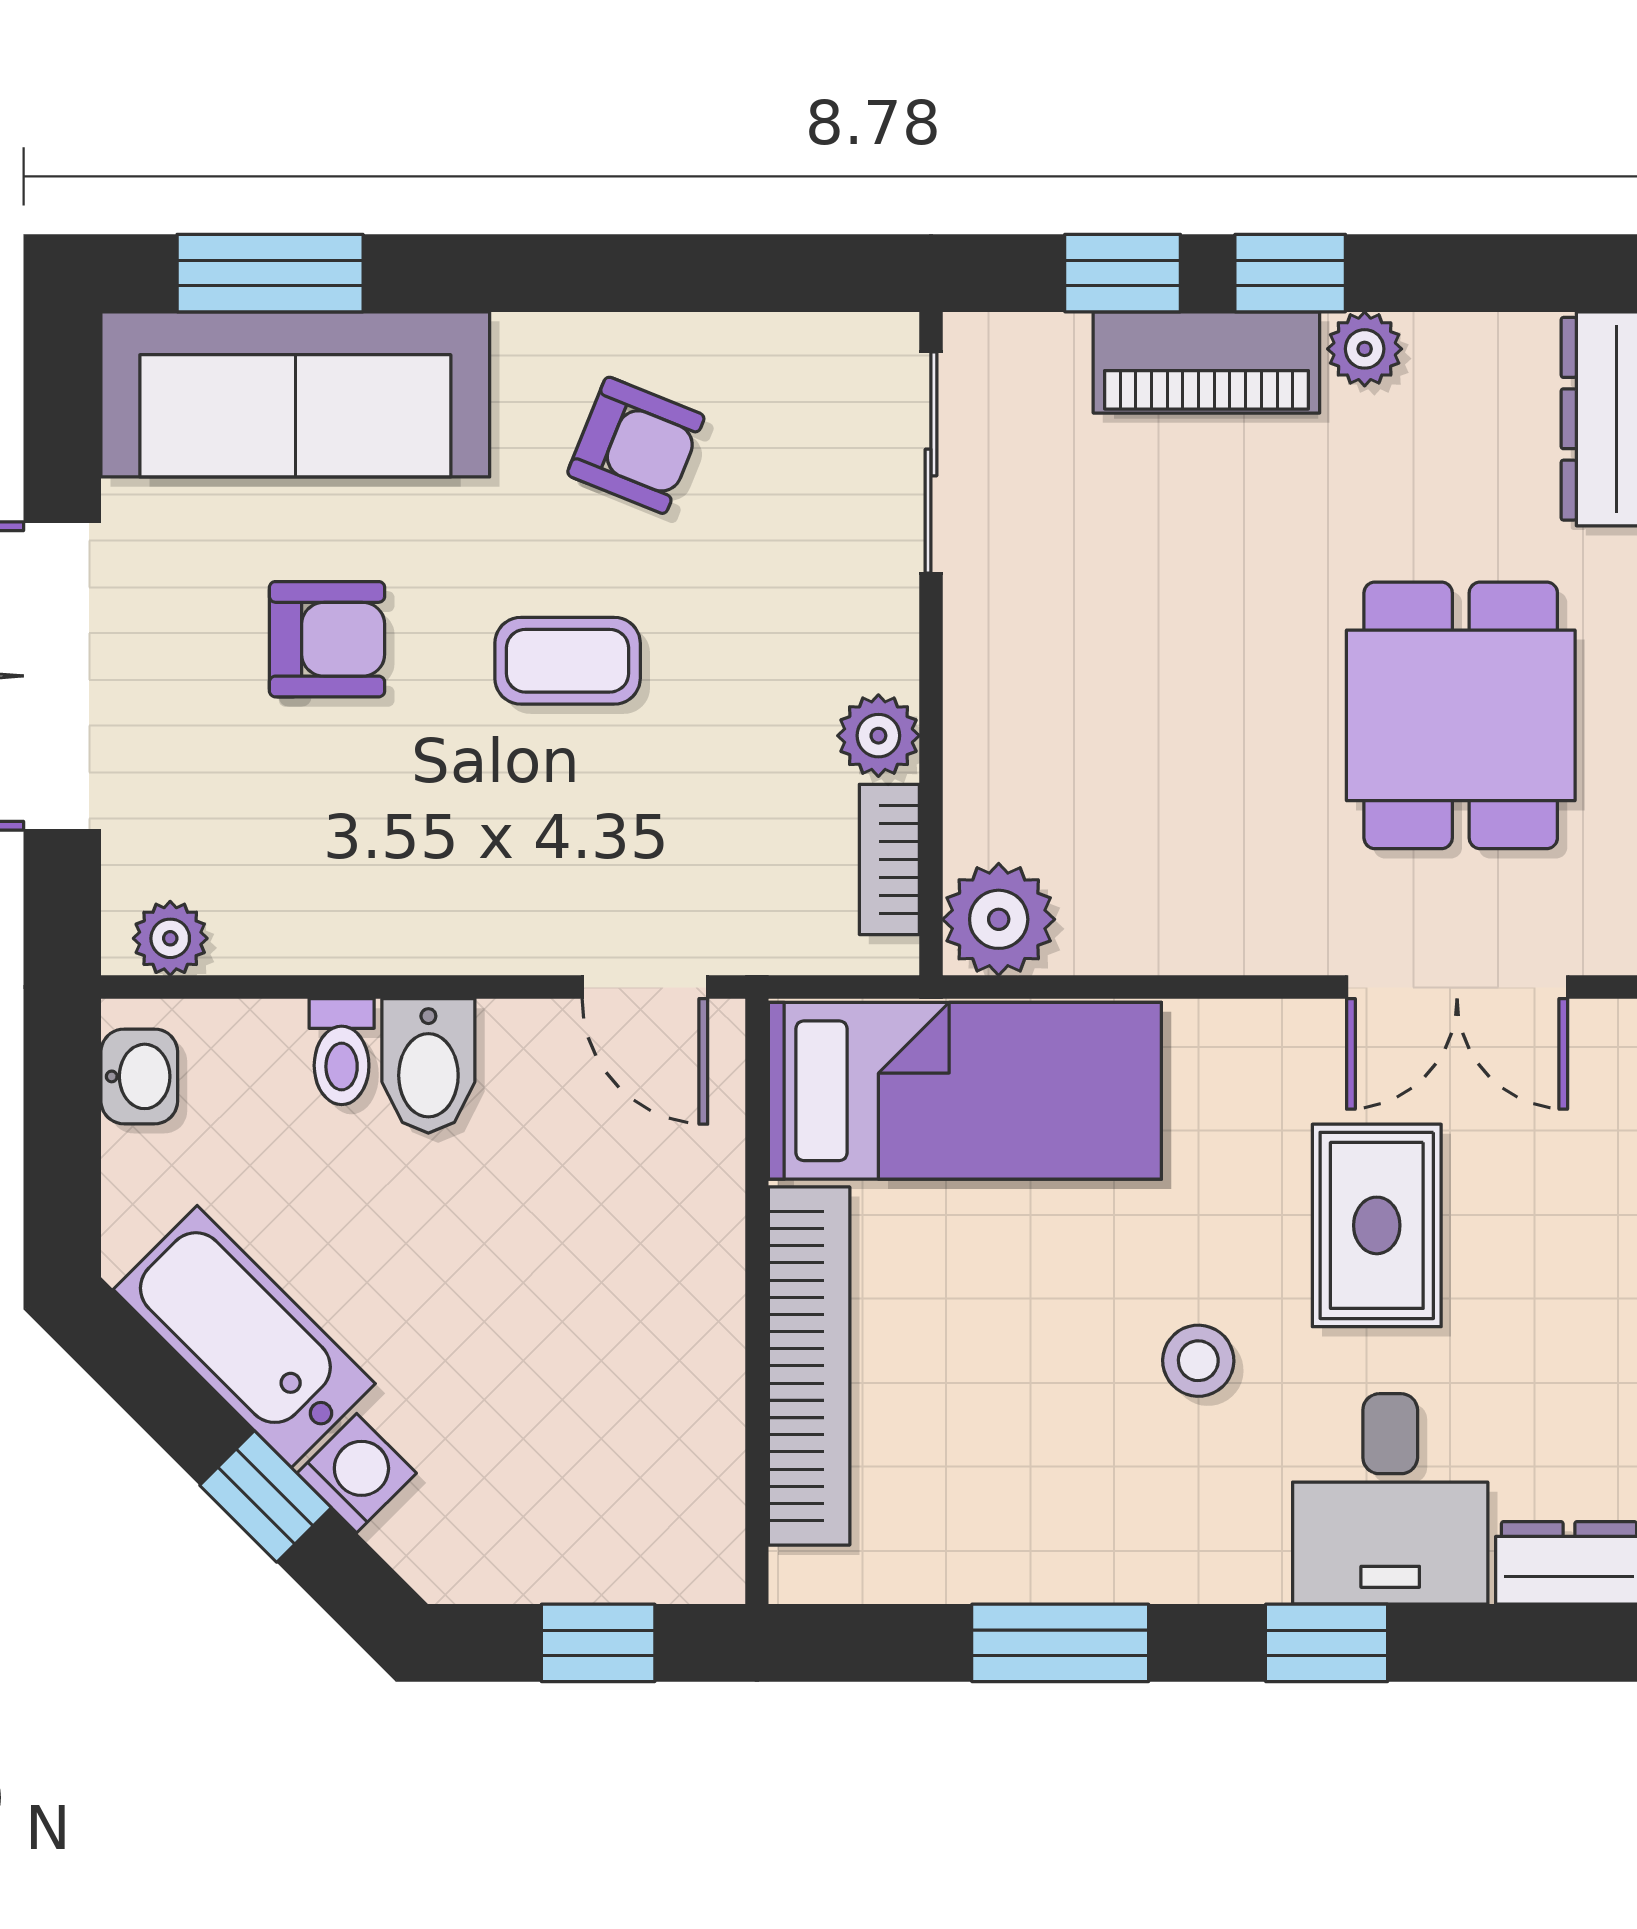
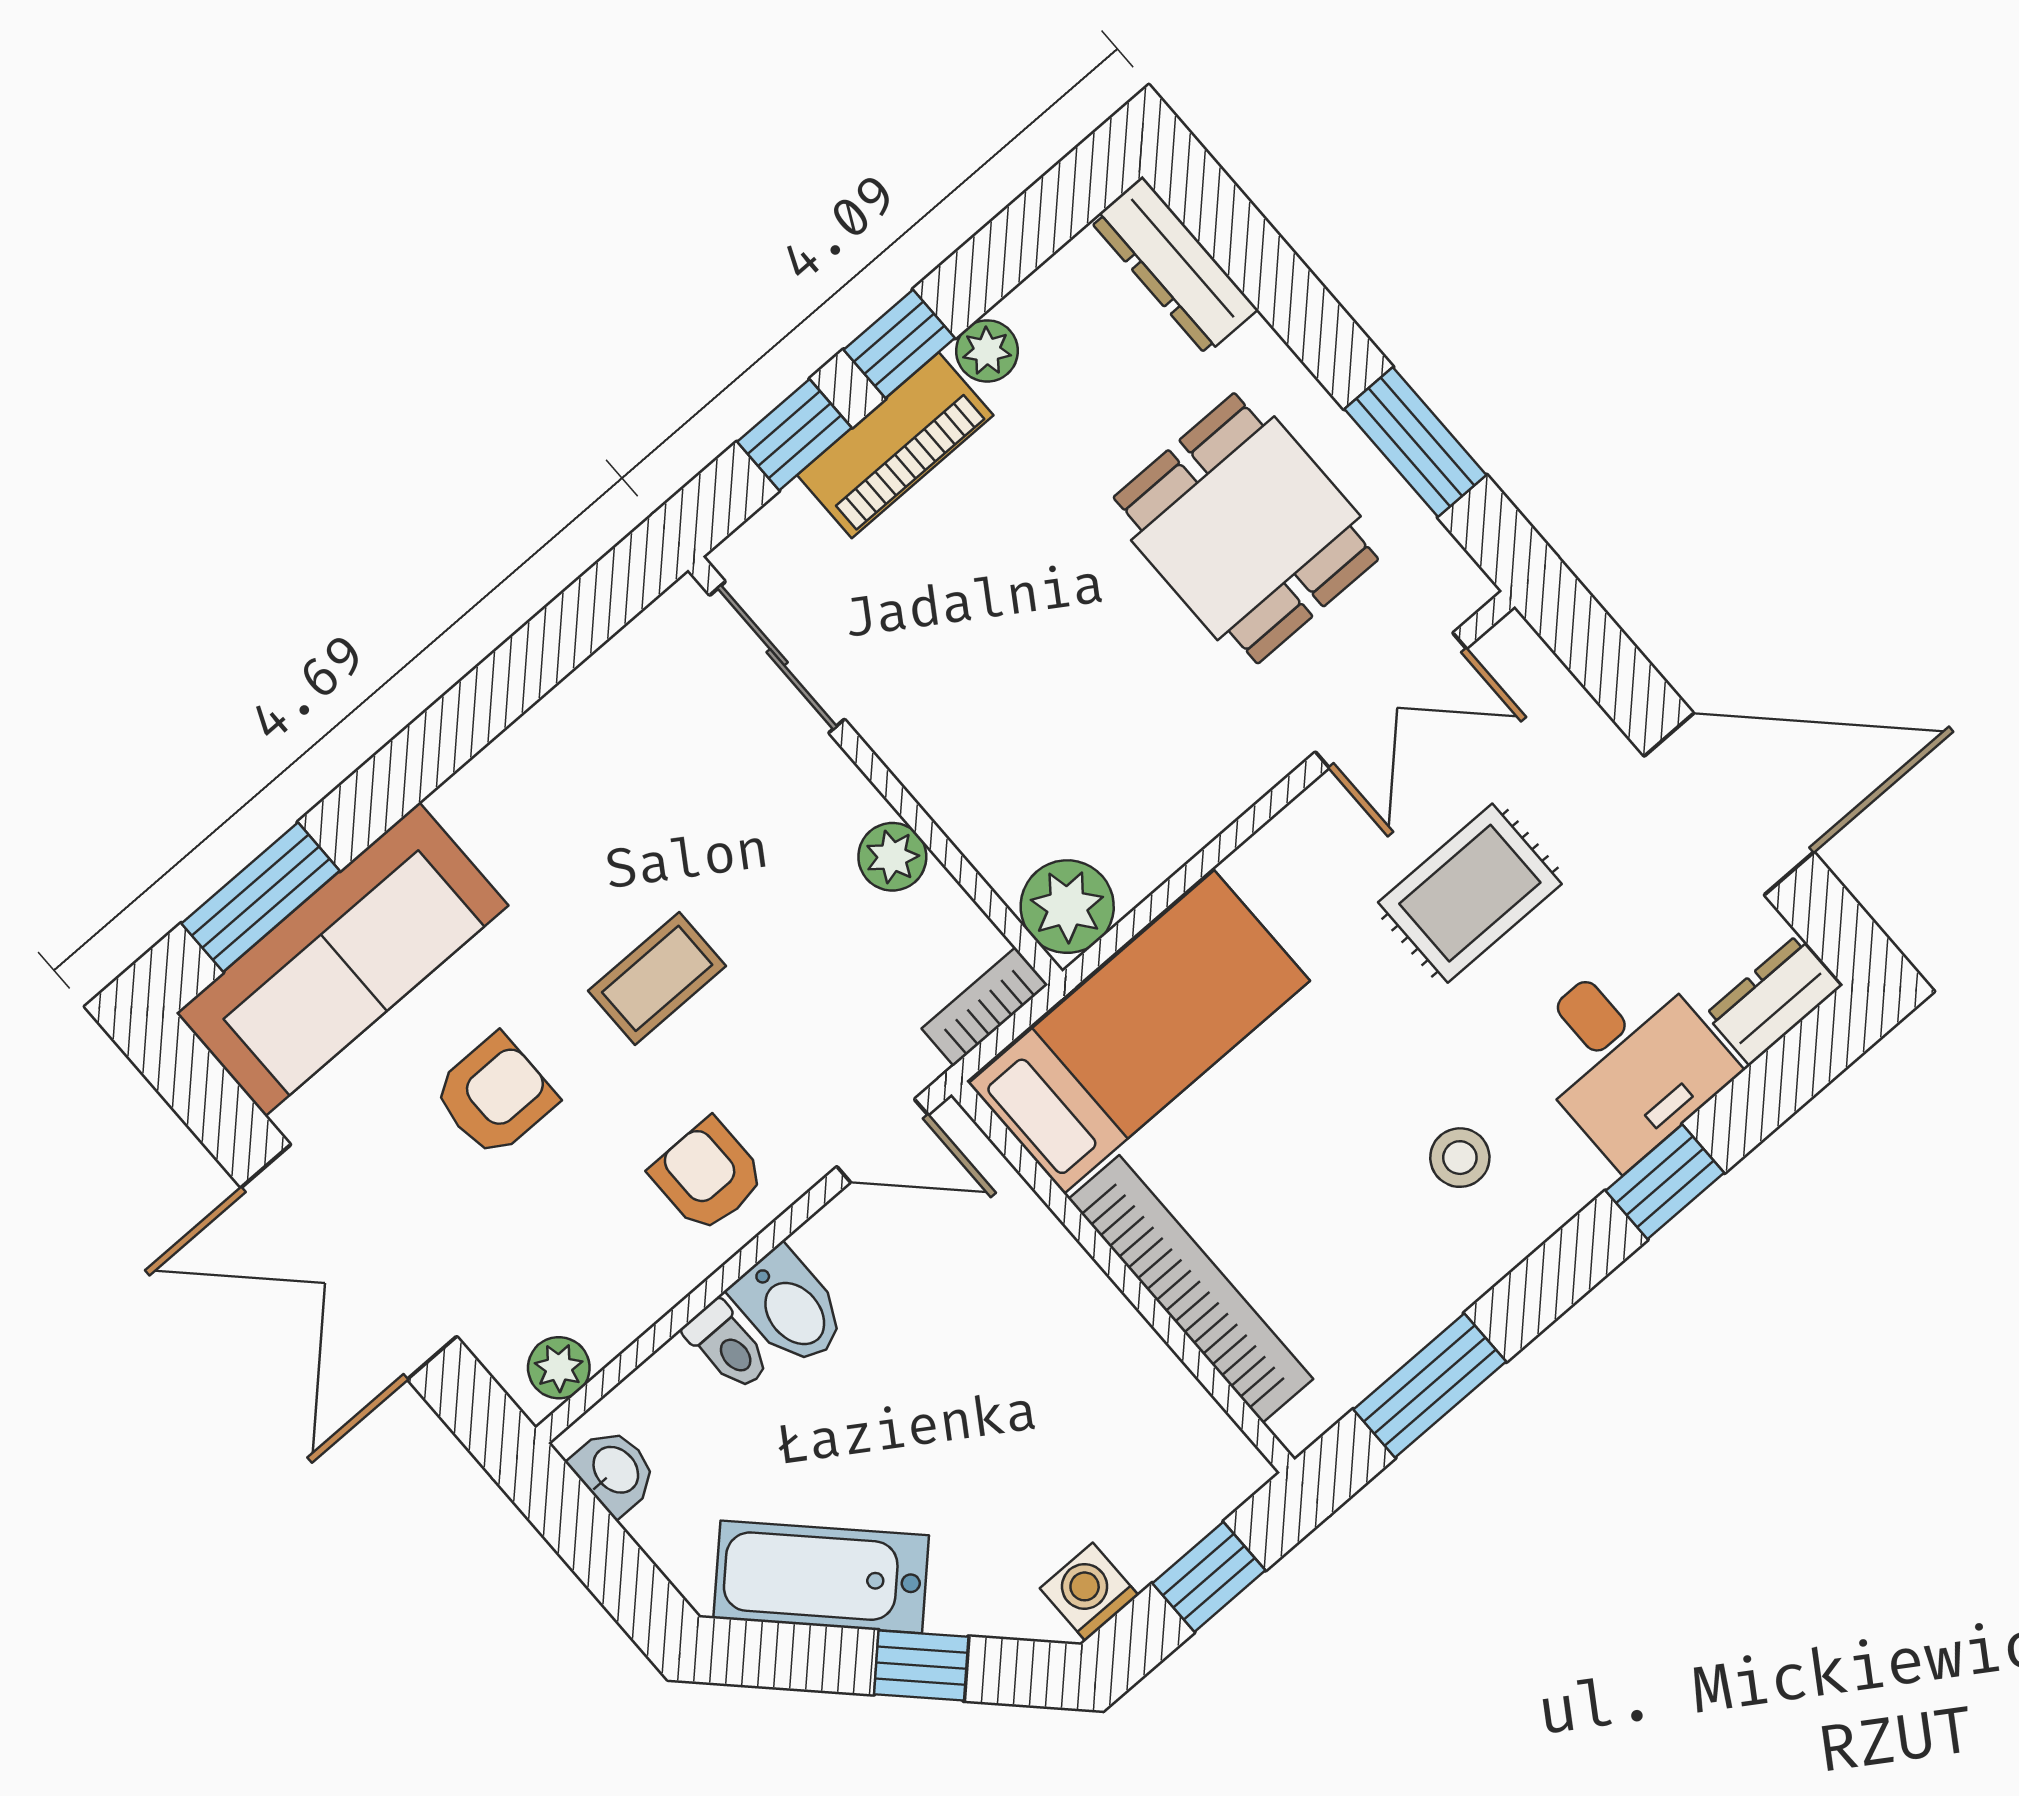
armchair: (636, 445) -> (708, 1175), moved, turned -112
bookcase: (889, 859) -> (985, 1007), moved, turned 90
rug: (1377, 1225) -> (1470, 893), turned 90
stool: (1198, 1361) -> (1460, 1158), moved
washing machine: (357, 1473) -> (1089, 1592), moved, turned -45
window: (1060, 1643) -> (1430, 1386), moved

